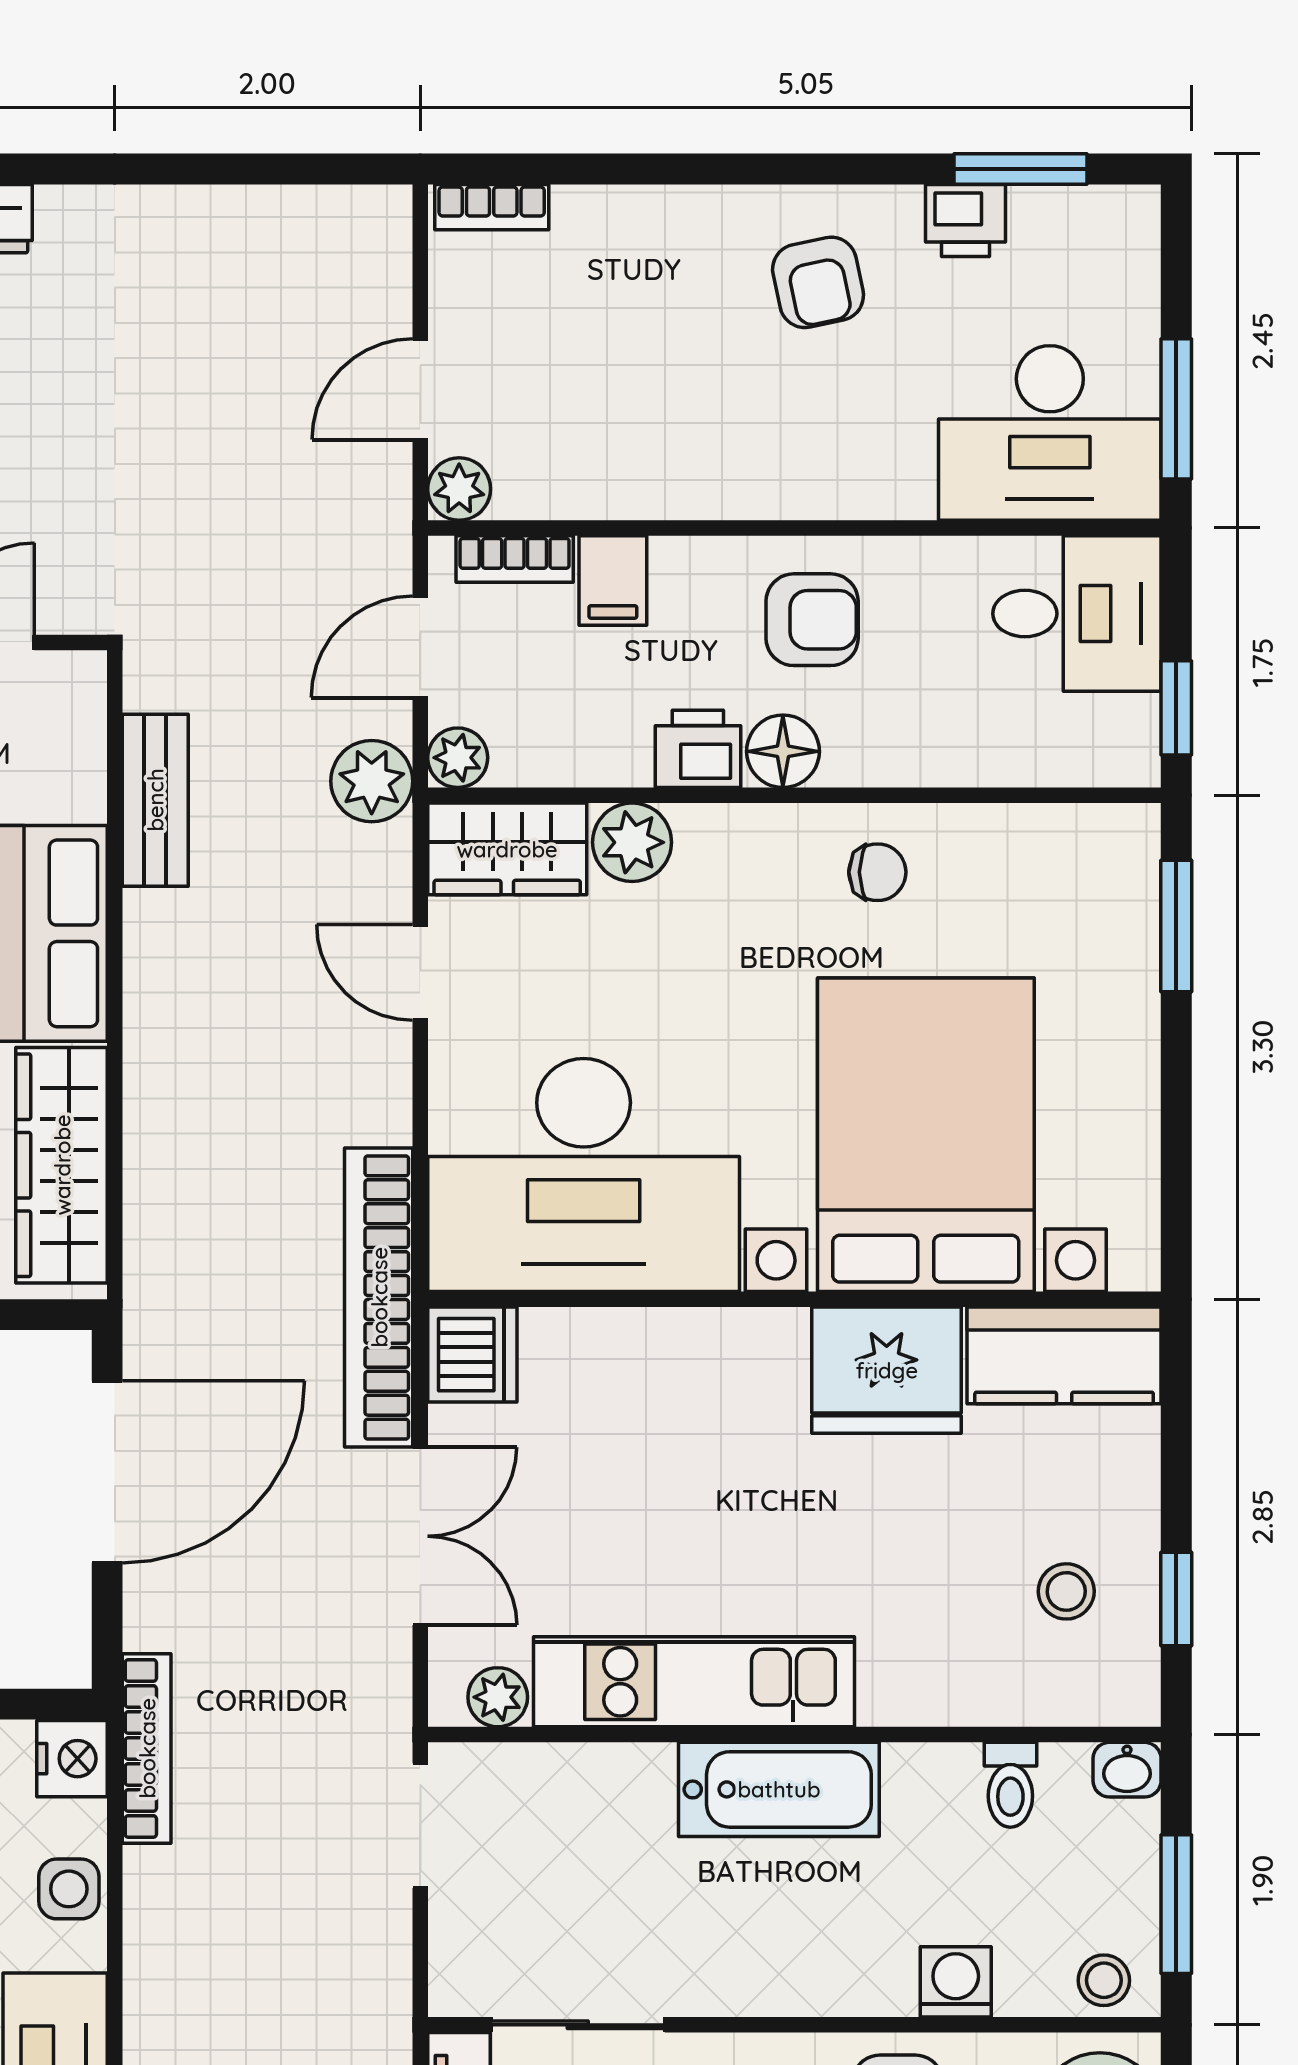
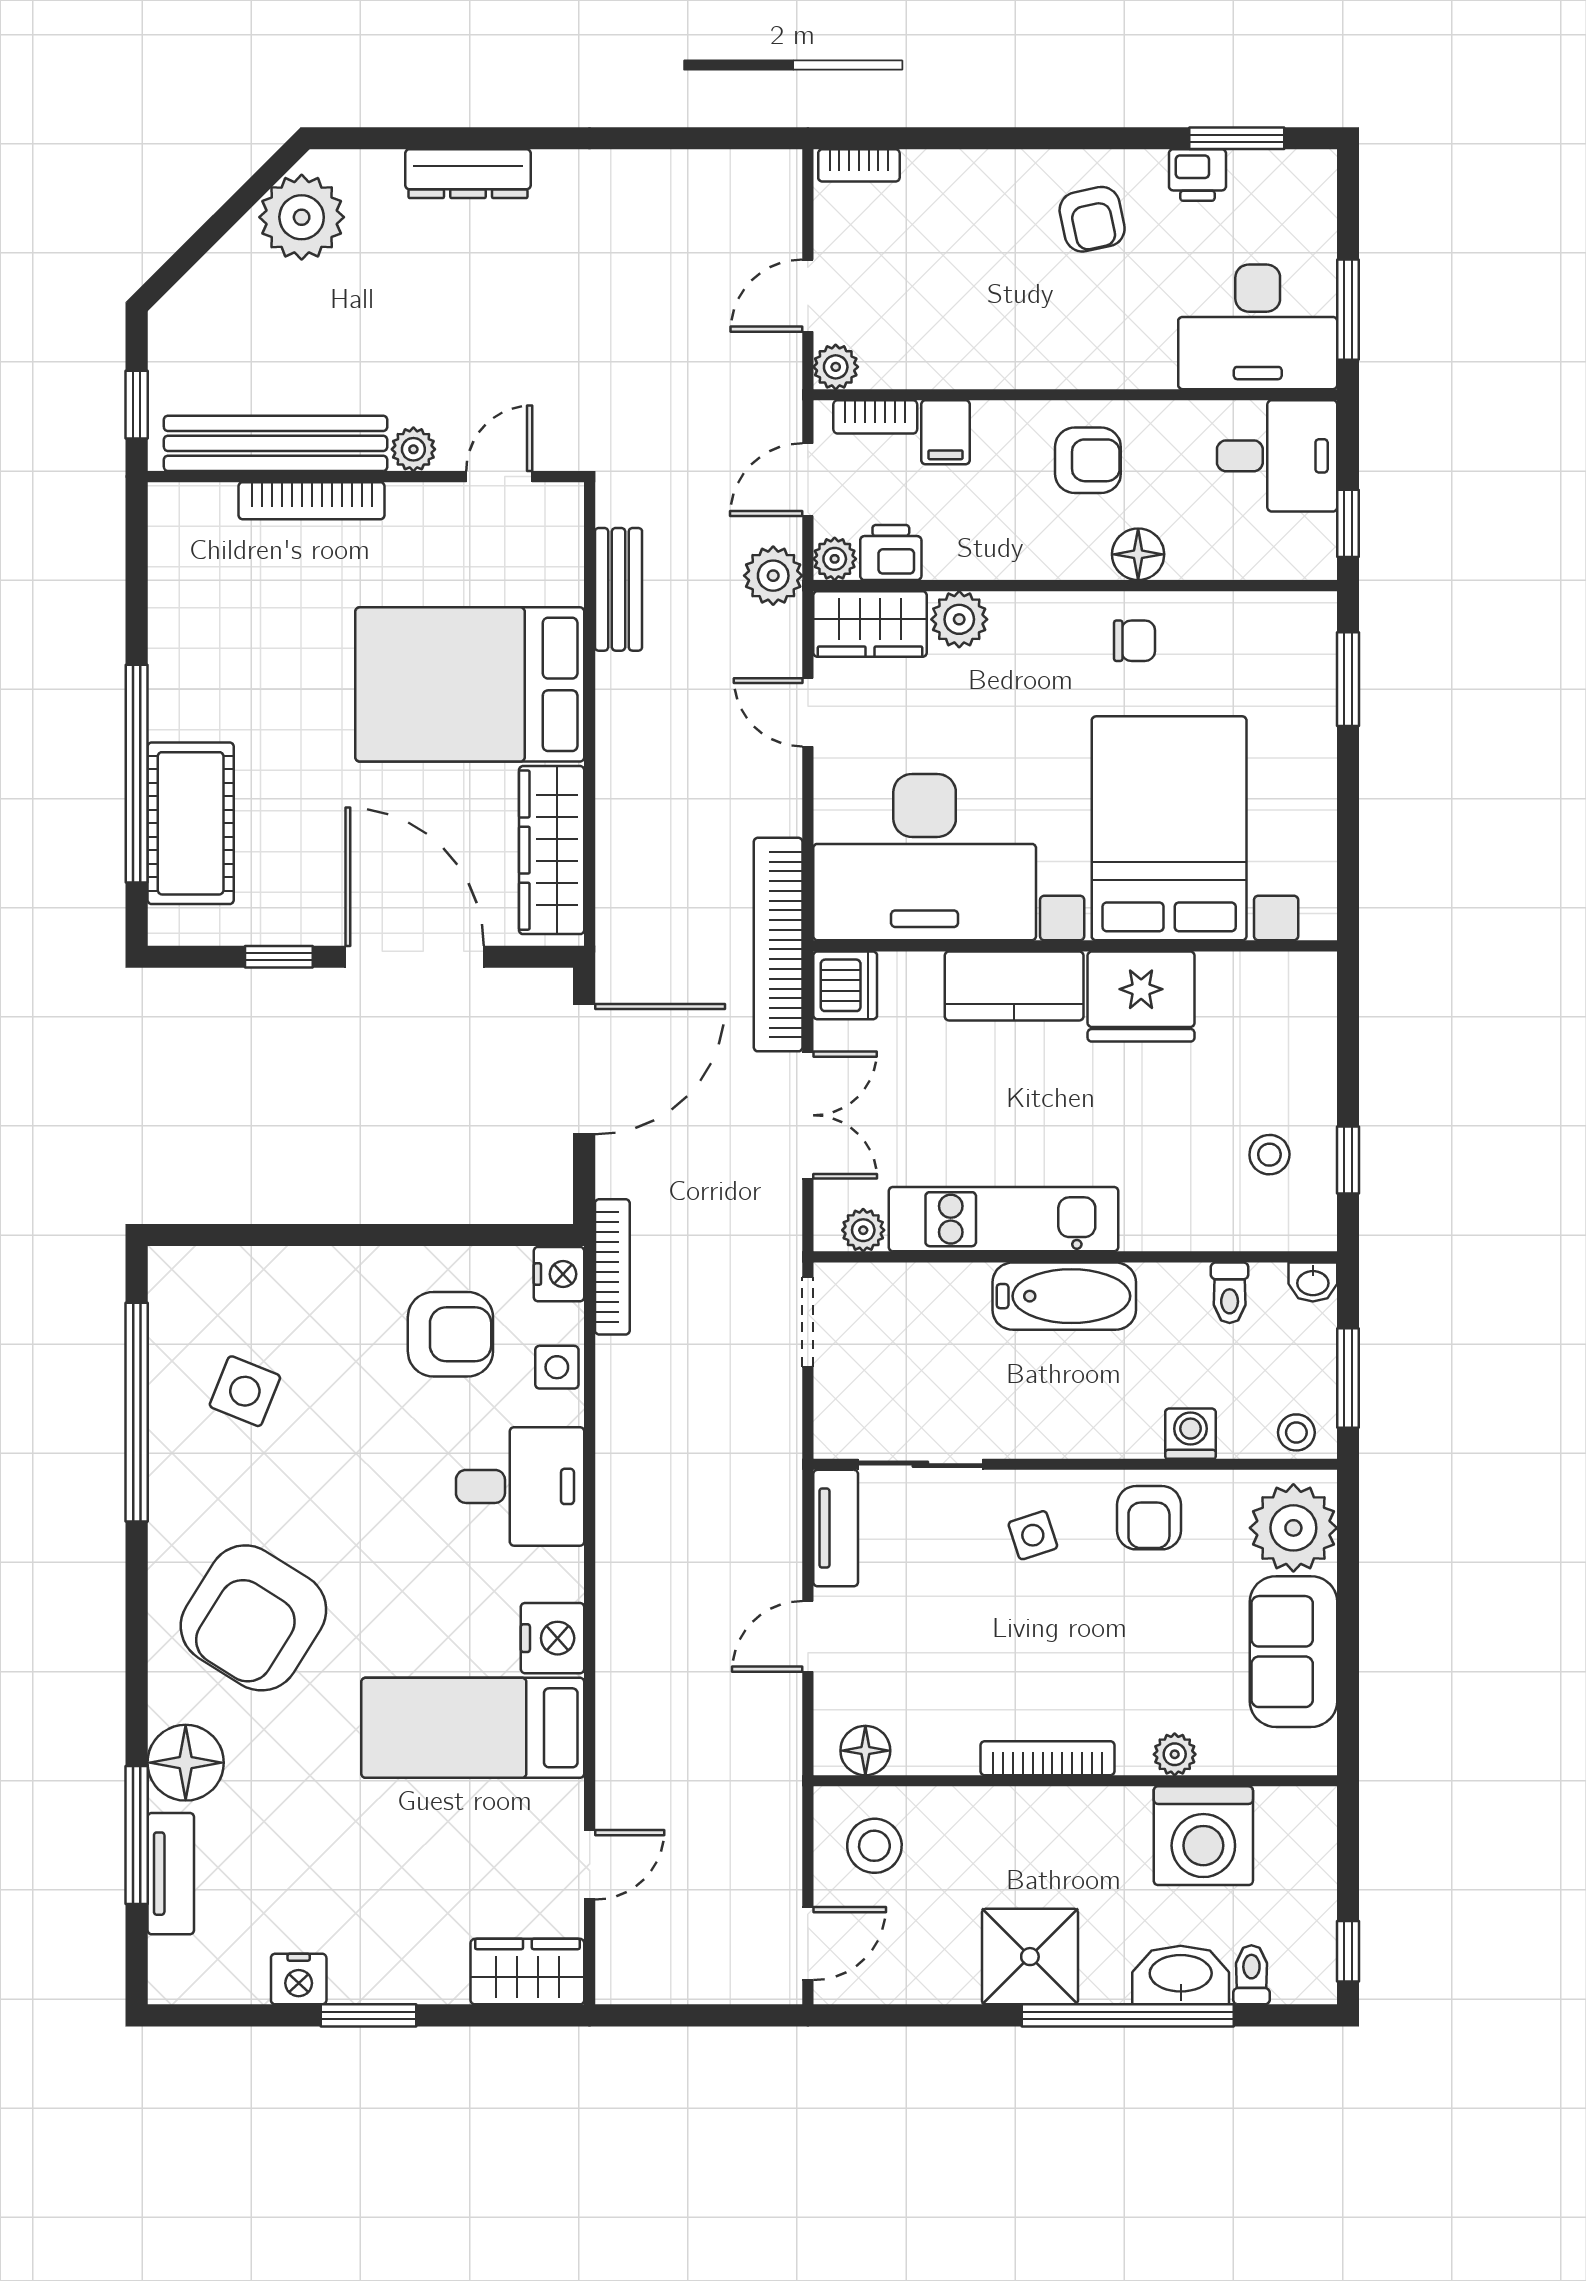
printer: (698, 749) -> (891, 553), moved
floor lamp: (783, 751) -> (1138, 554), moved
kitchen counter: (1064, 1355) -> (1014, 986), moved

